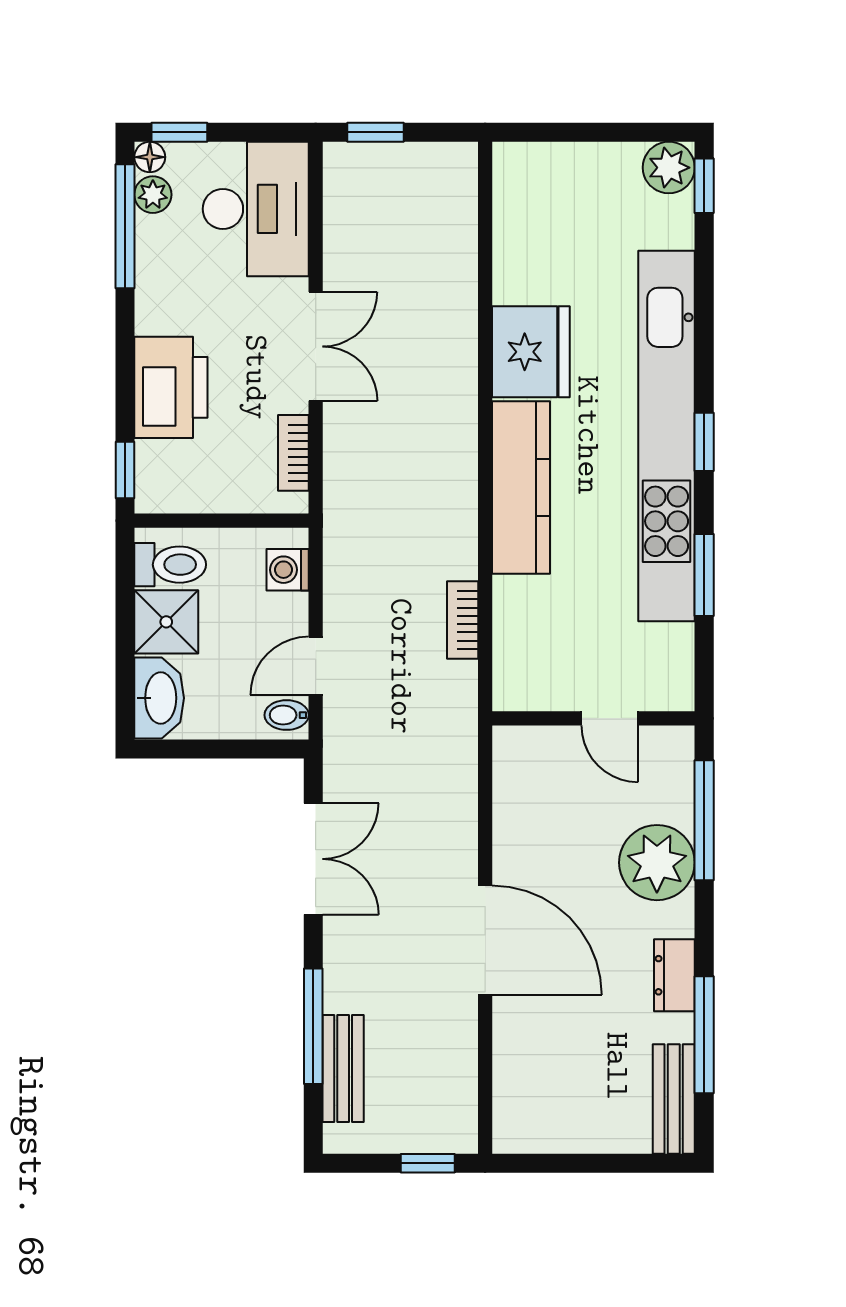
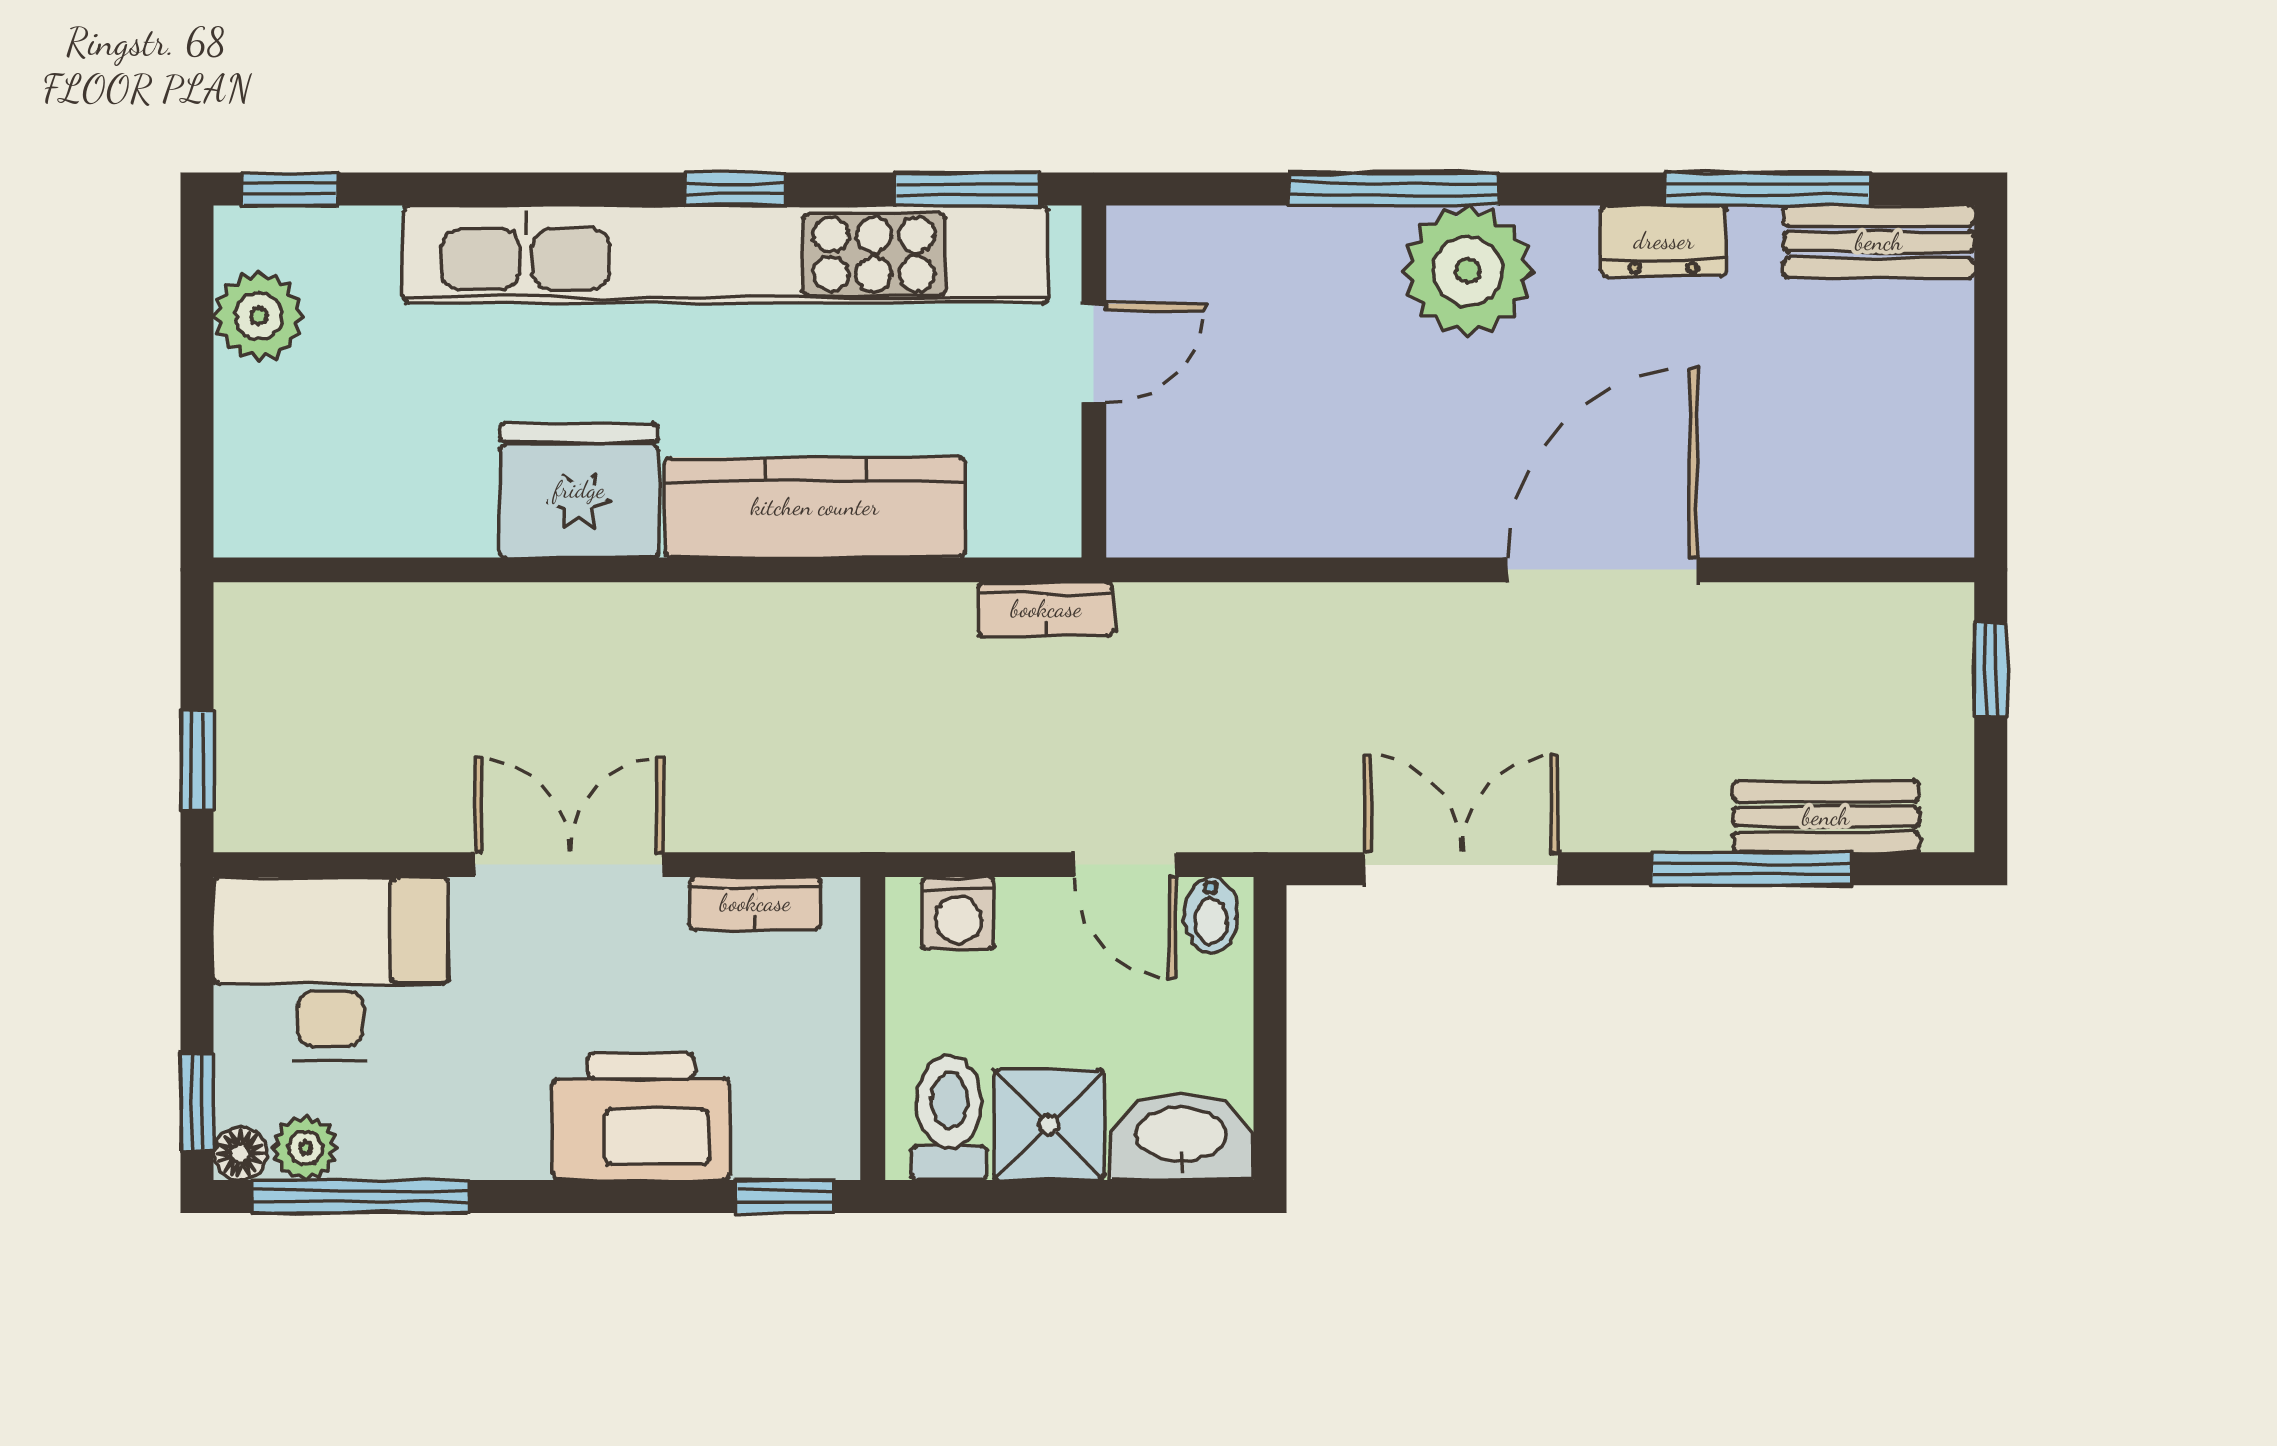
plant: (669, 168) -> (258, 316), moved
wall: (593, 718) -> (1094, 381), moved
door: (610, 718) -> (1094, 353), moved

